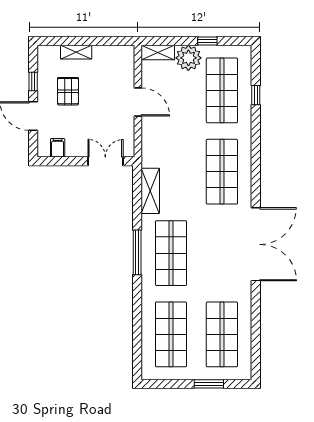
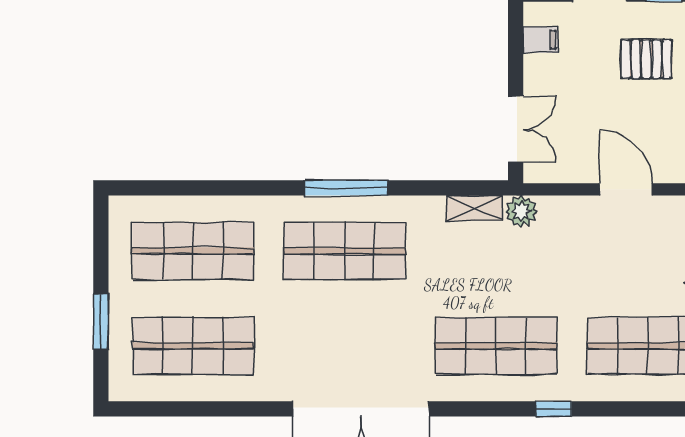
window: (256, 95) -> (554, 409), moved
door: (138, 102) -> (626, 189), swing flipped
plant: (150, 158) -> (521, 211), added
shelving: (150, 191) -> (475, 208), width x0.67, depth x0.75

